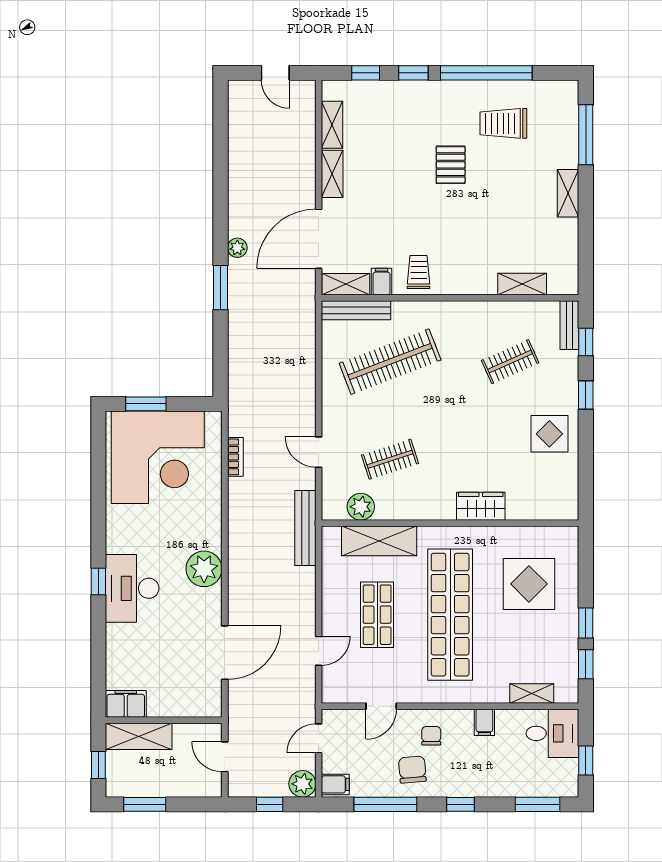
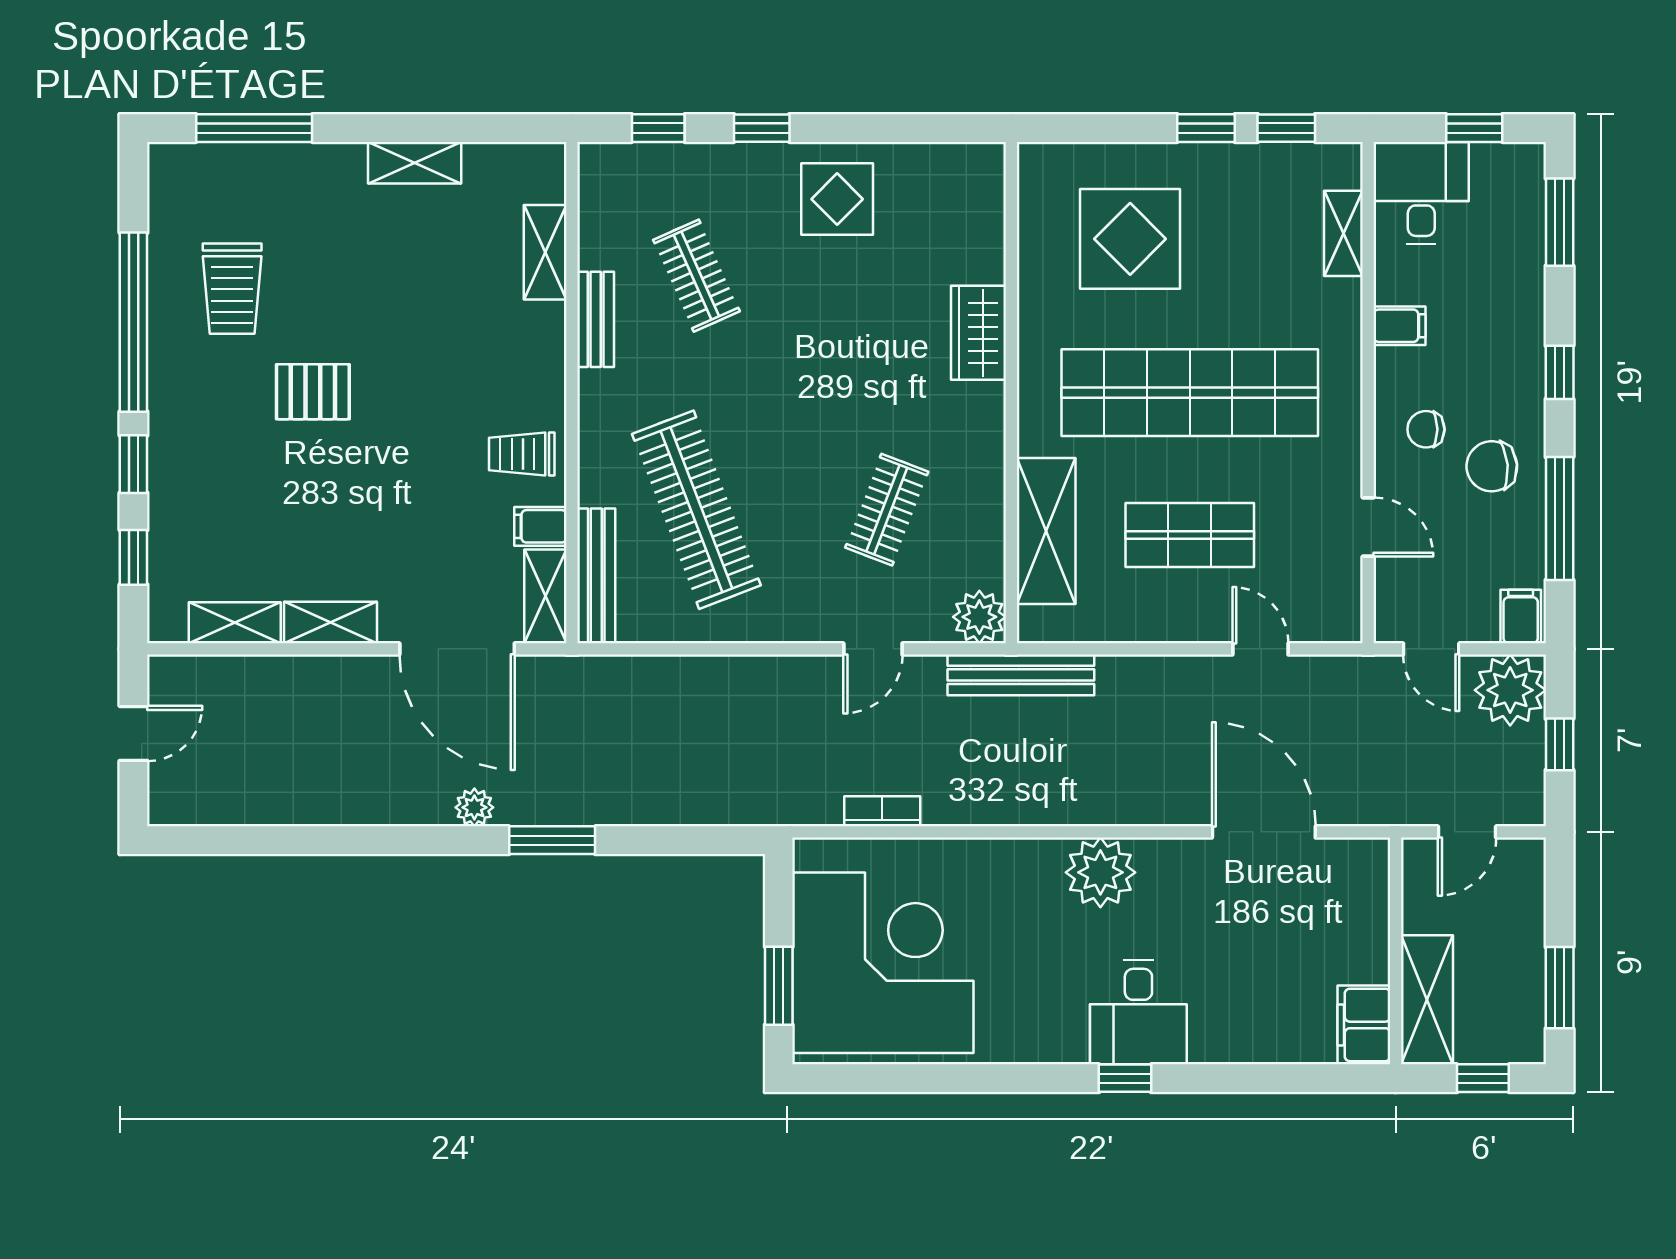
shelving: (568, 193) -> (415, 163), moved
bench: (569, 325) -> (596, 319), moved, turned 90
clothes rail: (390, 459) -> (887, 510), turned 39
plant: (361, 507) -> (979, 617), moved
desk: (132, 588) -> (1138, 1012), width x0.73
plant: (302, 784) -> (1510, 690), width x1.36, depth x1.36

